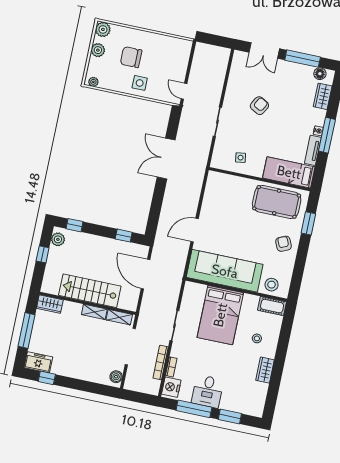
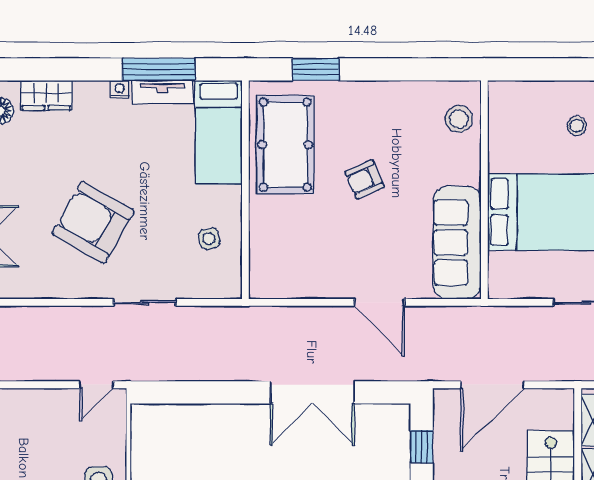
armchair: (259, 106) -> (93, 222), width x1.88, depth x1.88
window: (327, 135) -> (159, 69), moved
double door: (166, 159) -> (312, 392), moved
armchair: (283, 244) -> (365, 179), moved
sofa: (225, 271) -> (457, 243), width x0.74, depth x0.79
cot: (272, 306) -> (503, 109), removed

